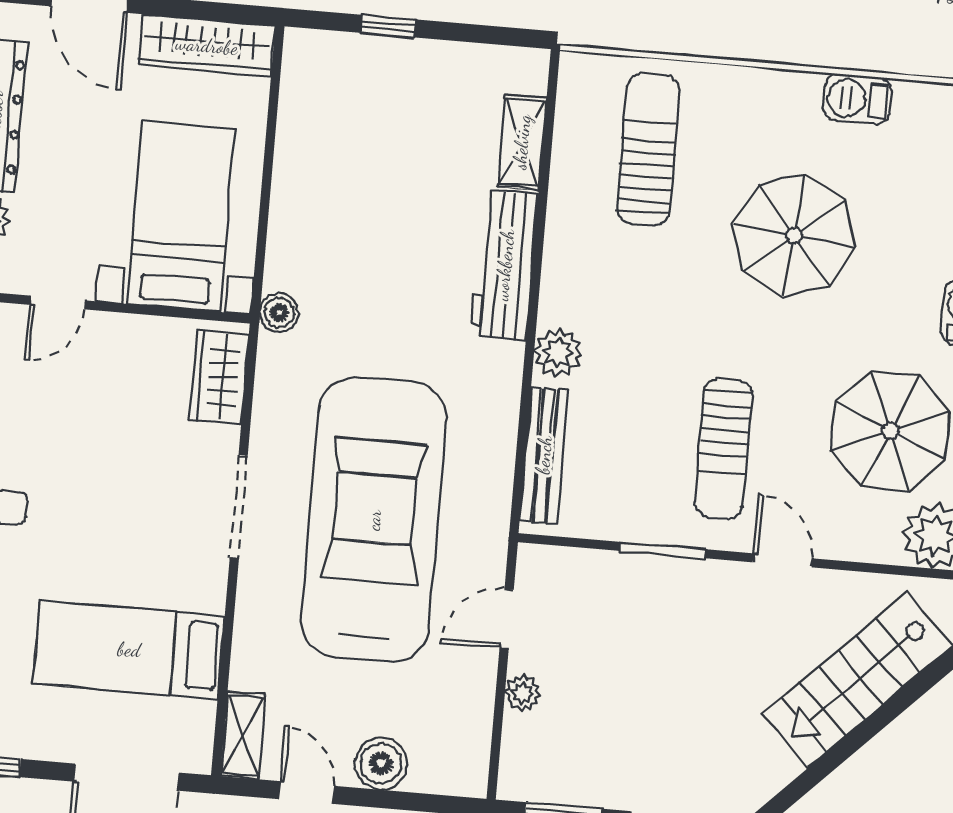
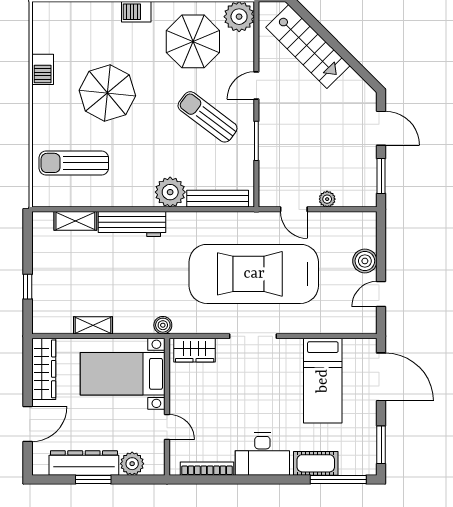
plant: (558, 353) -> (170, 192), width x1.36, depth x1.36
sun lounger: (723, 448) -> (207, 117), turned -143
shelving: (243, 735) -> (93, 325), moved

